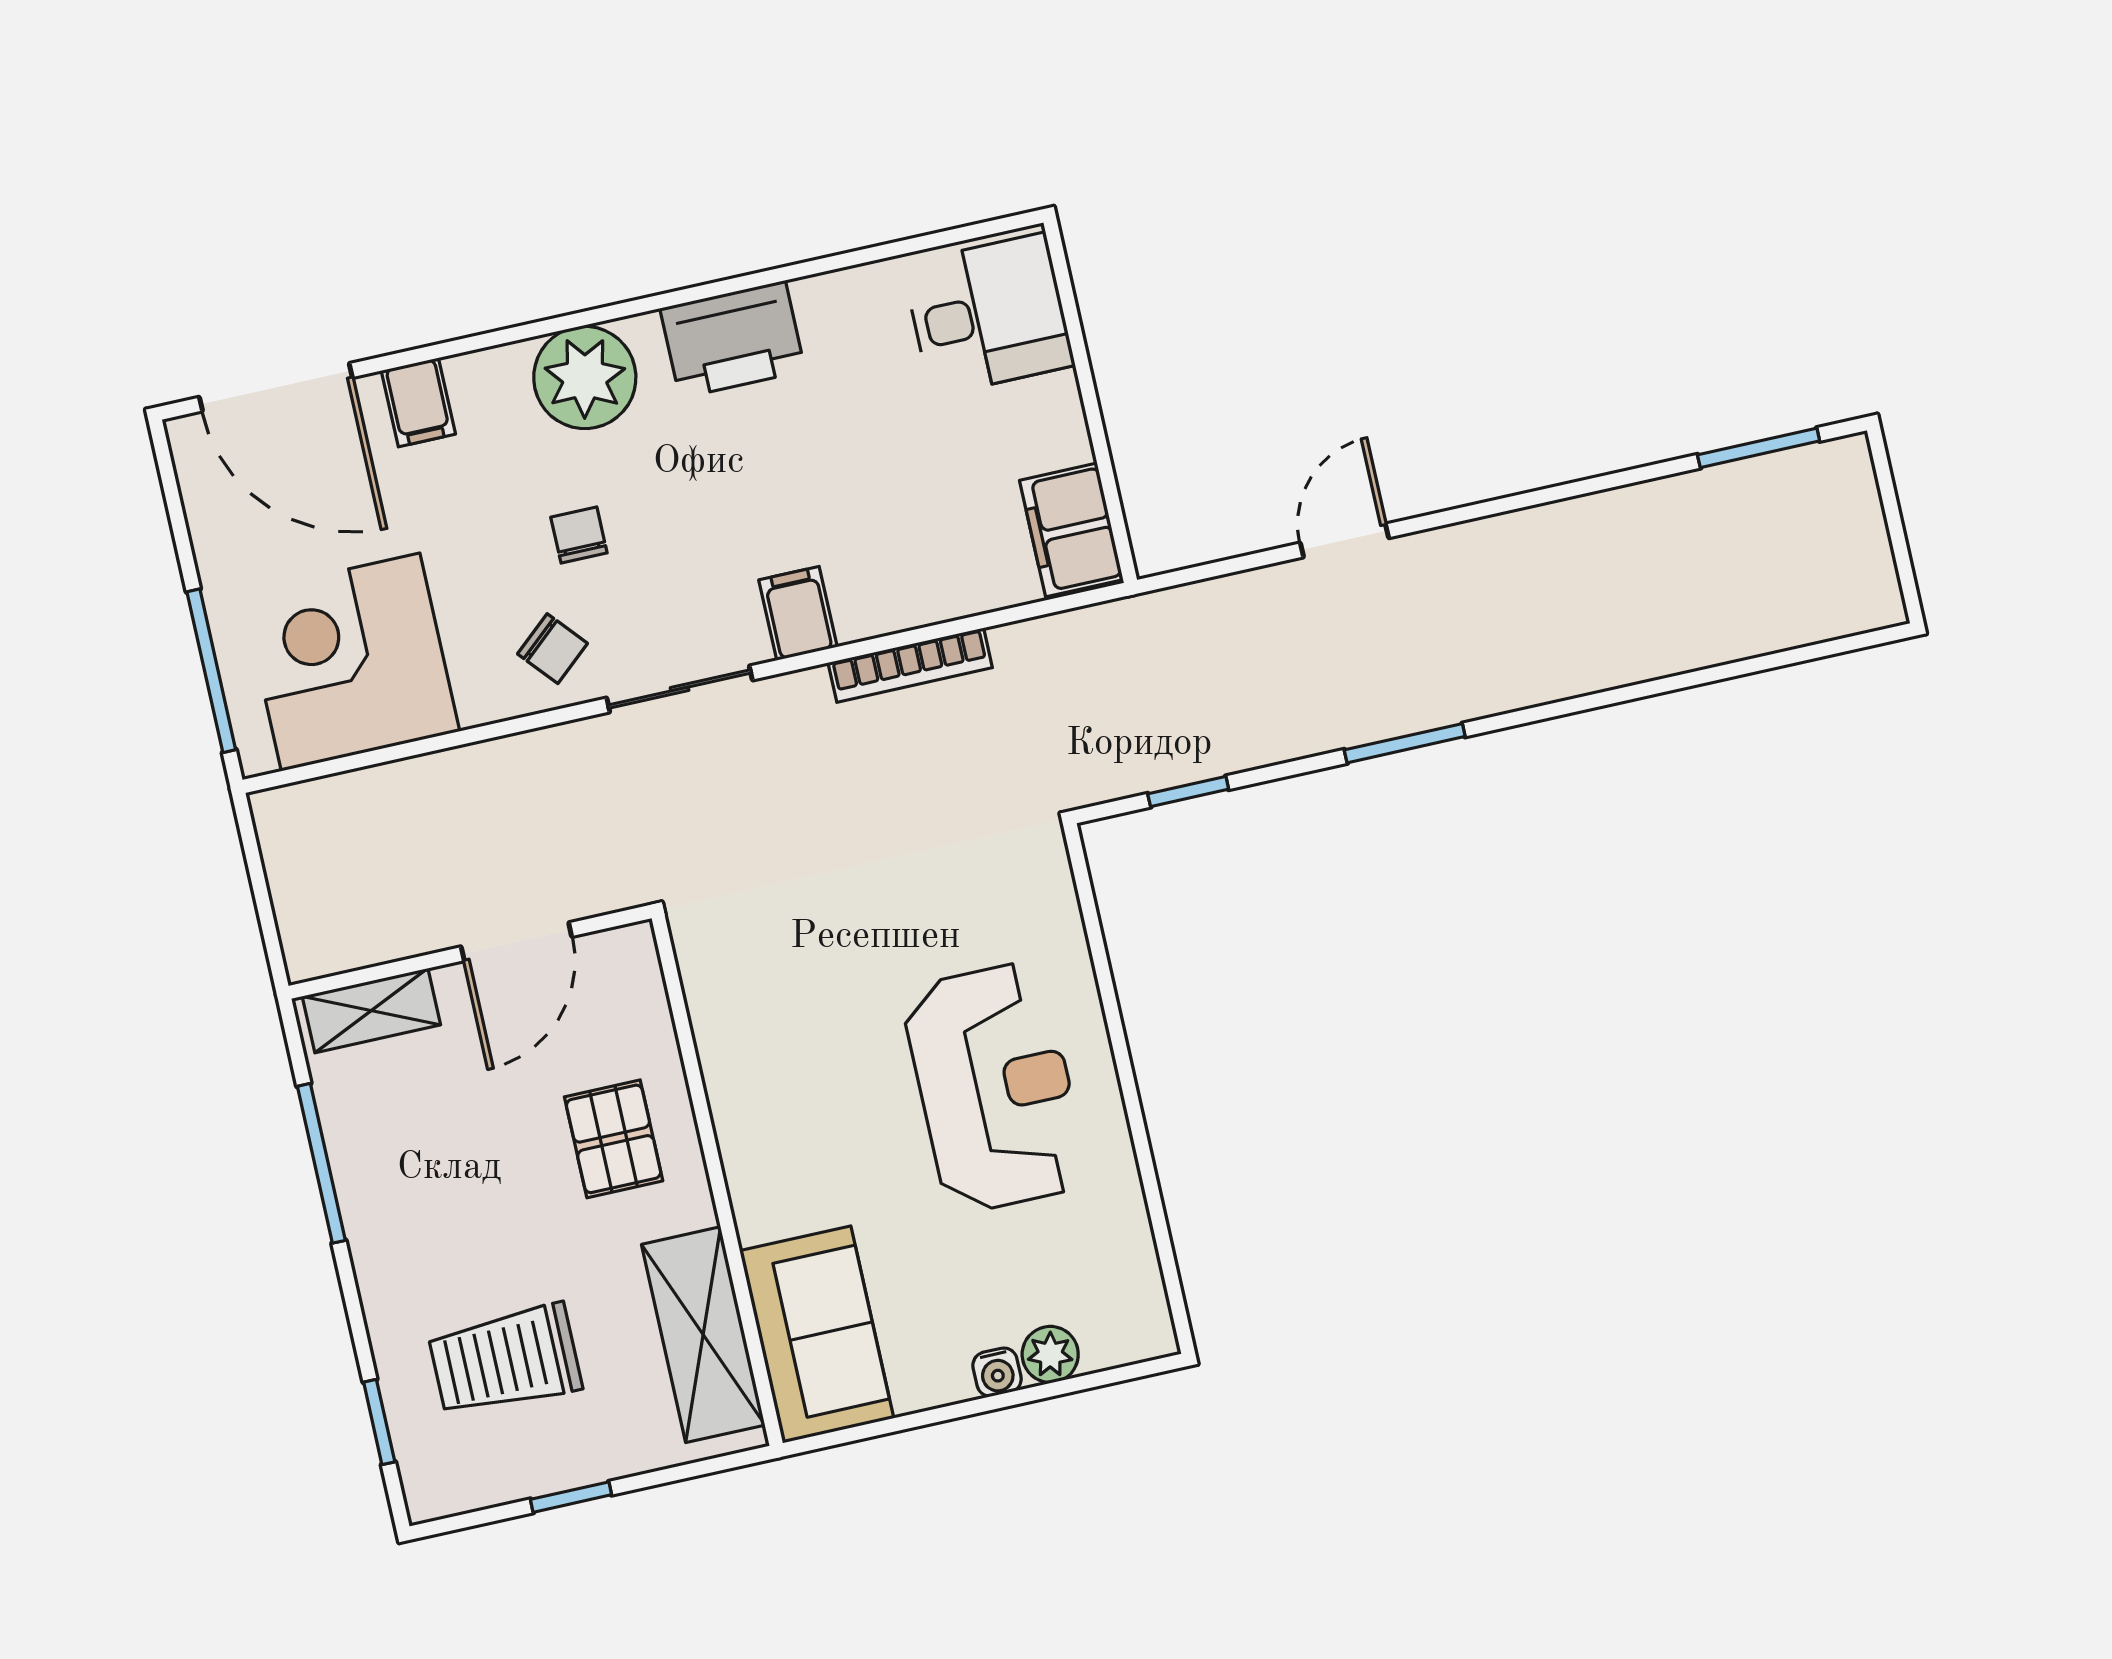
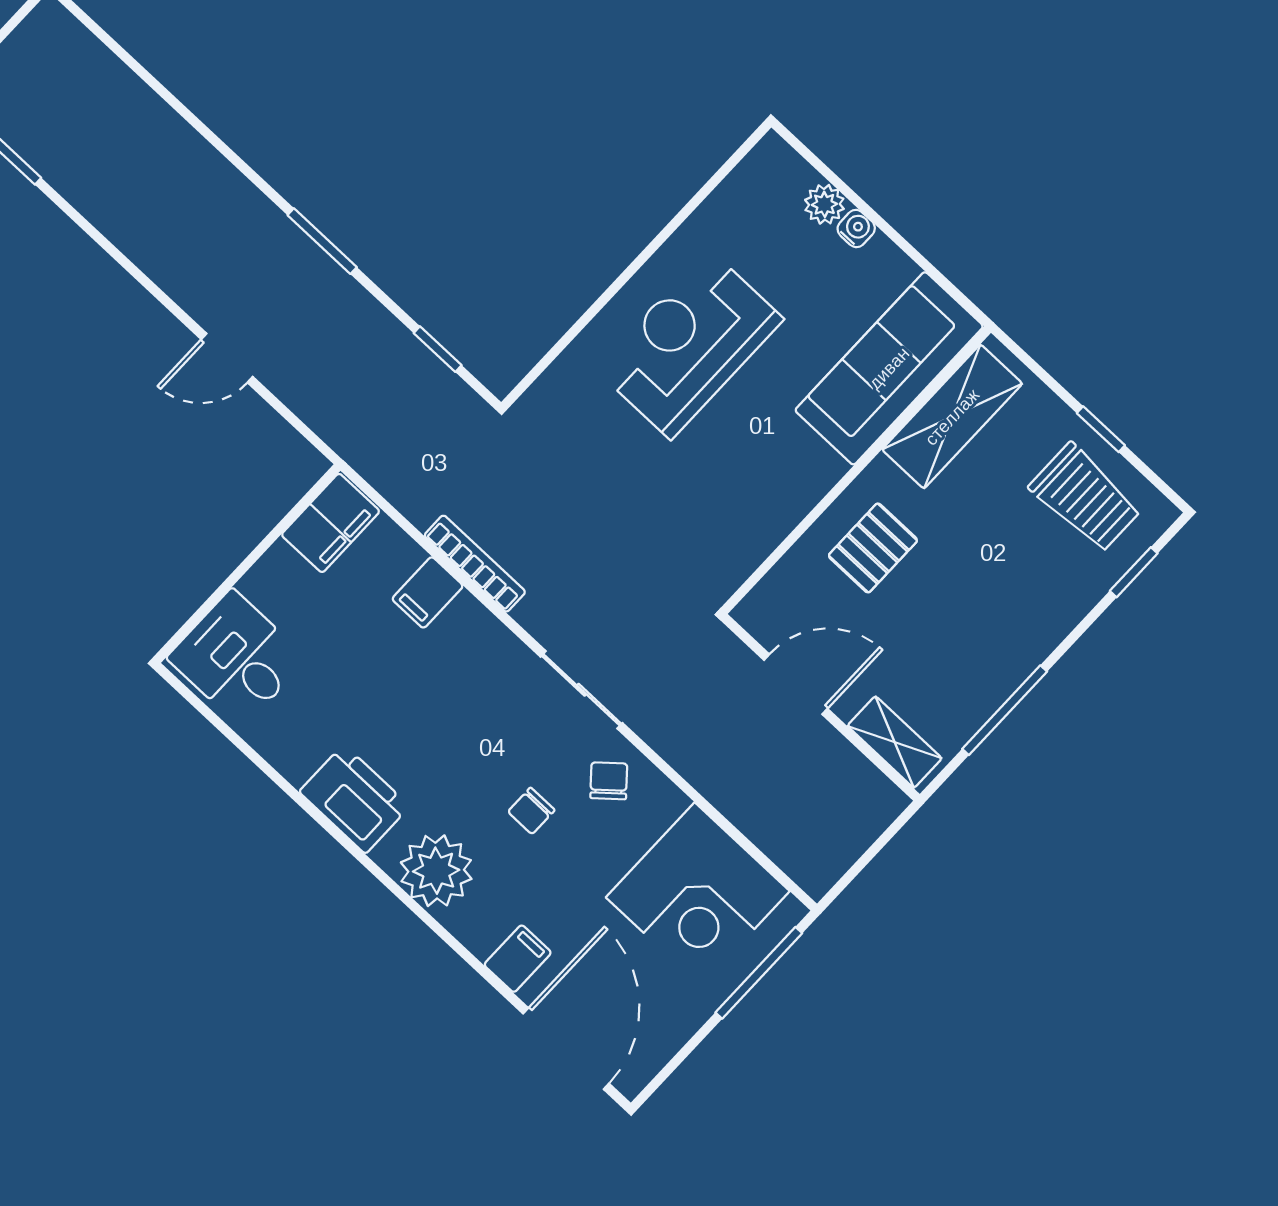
filing cabinet: (798, 613) -> (428, 592), moved
sofa: (817, 1334) -> (889, 368), width x1.36
trolley: (505, 1360) -> (1085, 498), moved

